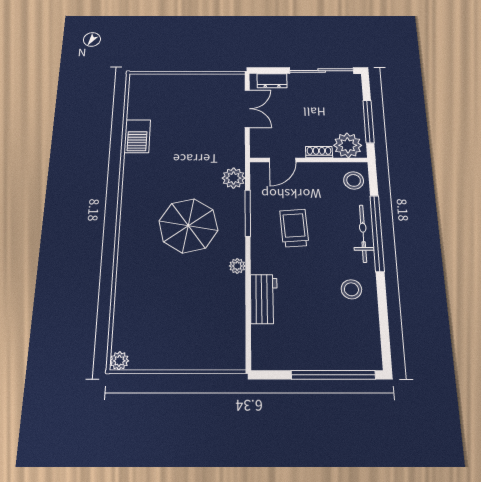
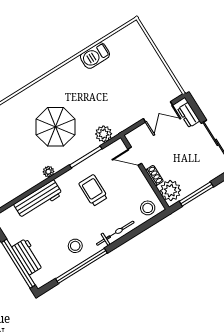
trolley: (294, 228) -> (93, 191), turned -86
window: (377, 233) -> (81, 266), moved
workbench: (264, 299) -> (38, 199), width x1.38
workbench: (331, 357) -> (28, 257), added

